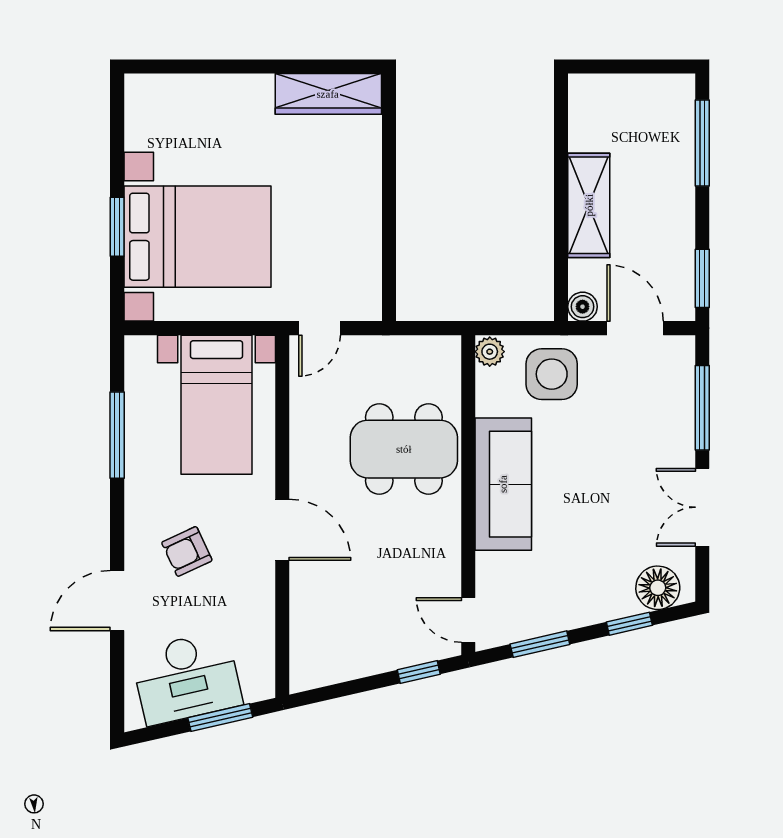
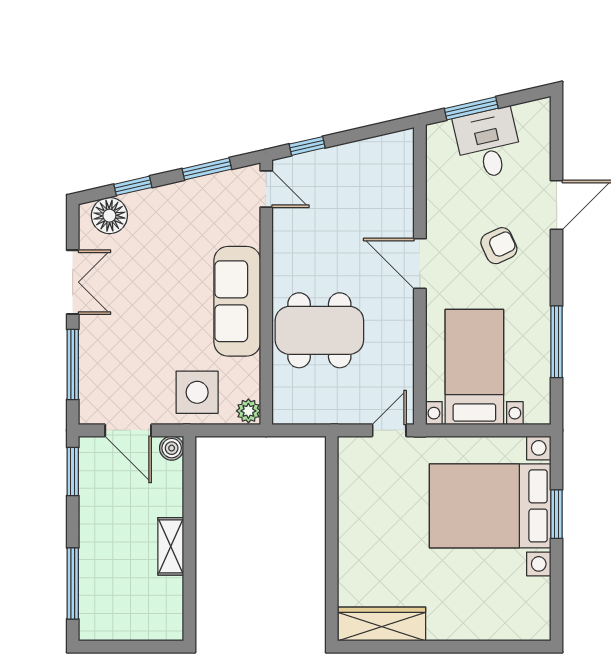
shelving: (589, 205) -> (171, 546), width x0.67, depth x0.75
desk: (187, 678) -> (488, 144), width x0.73

